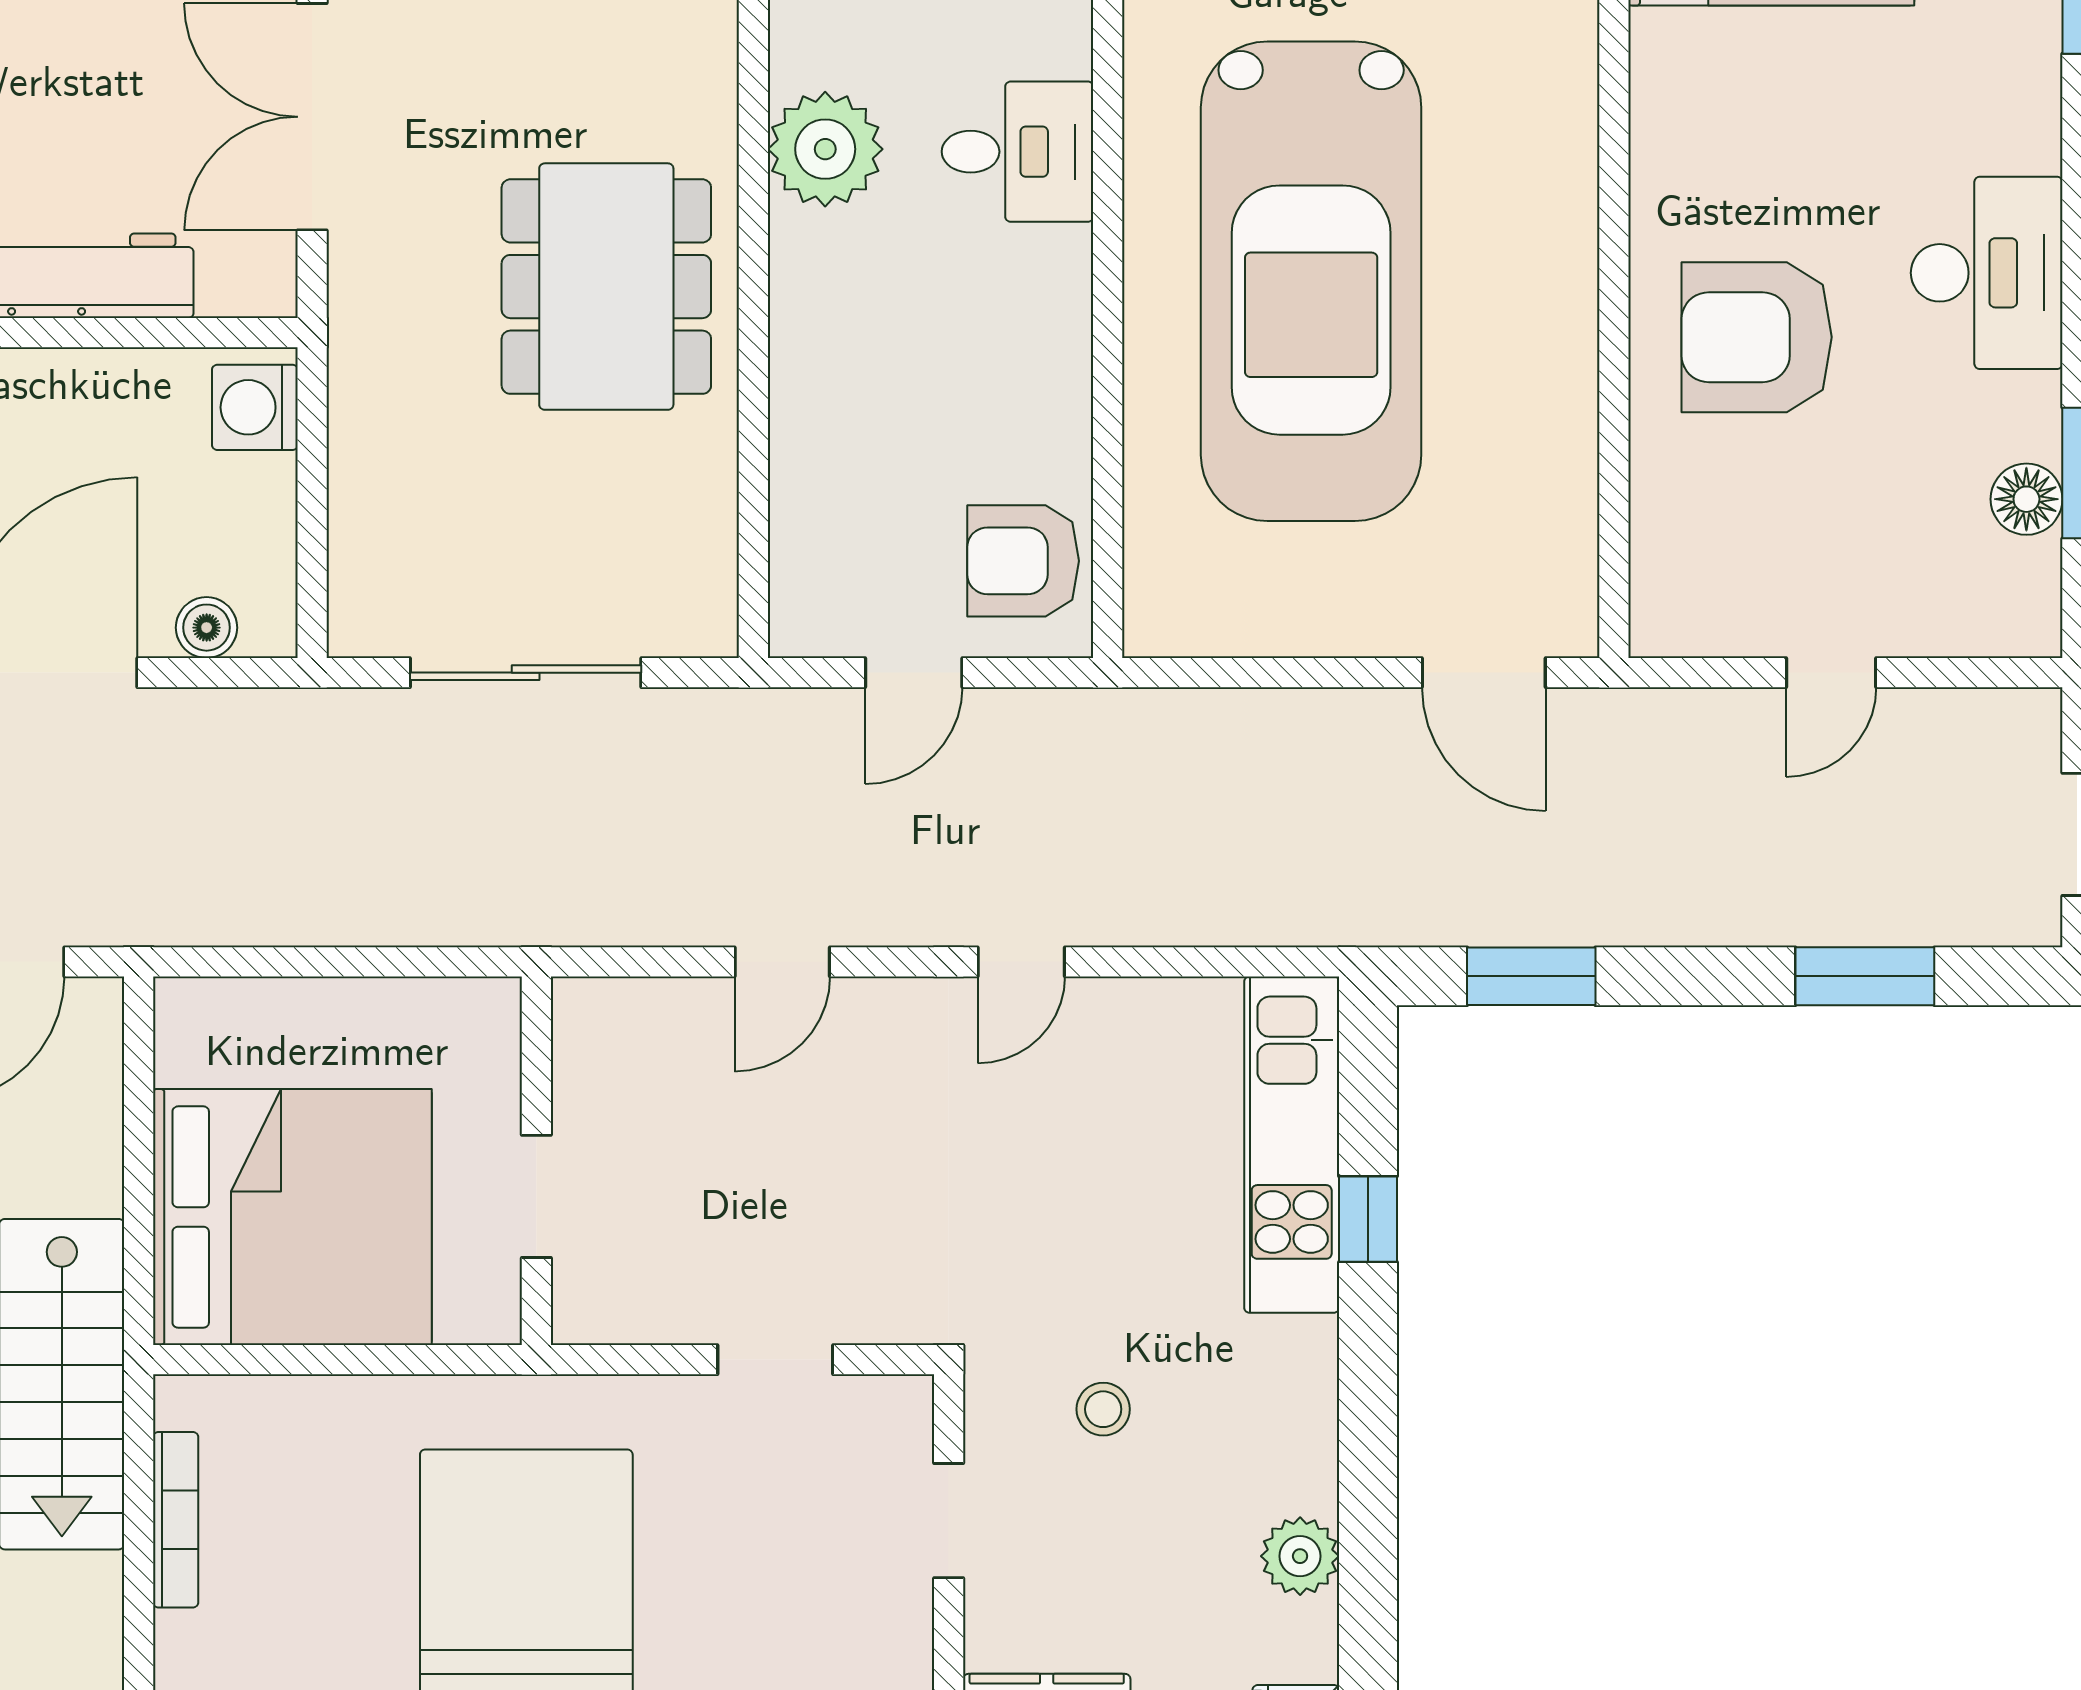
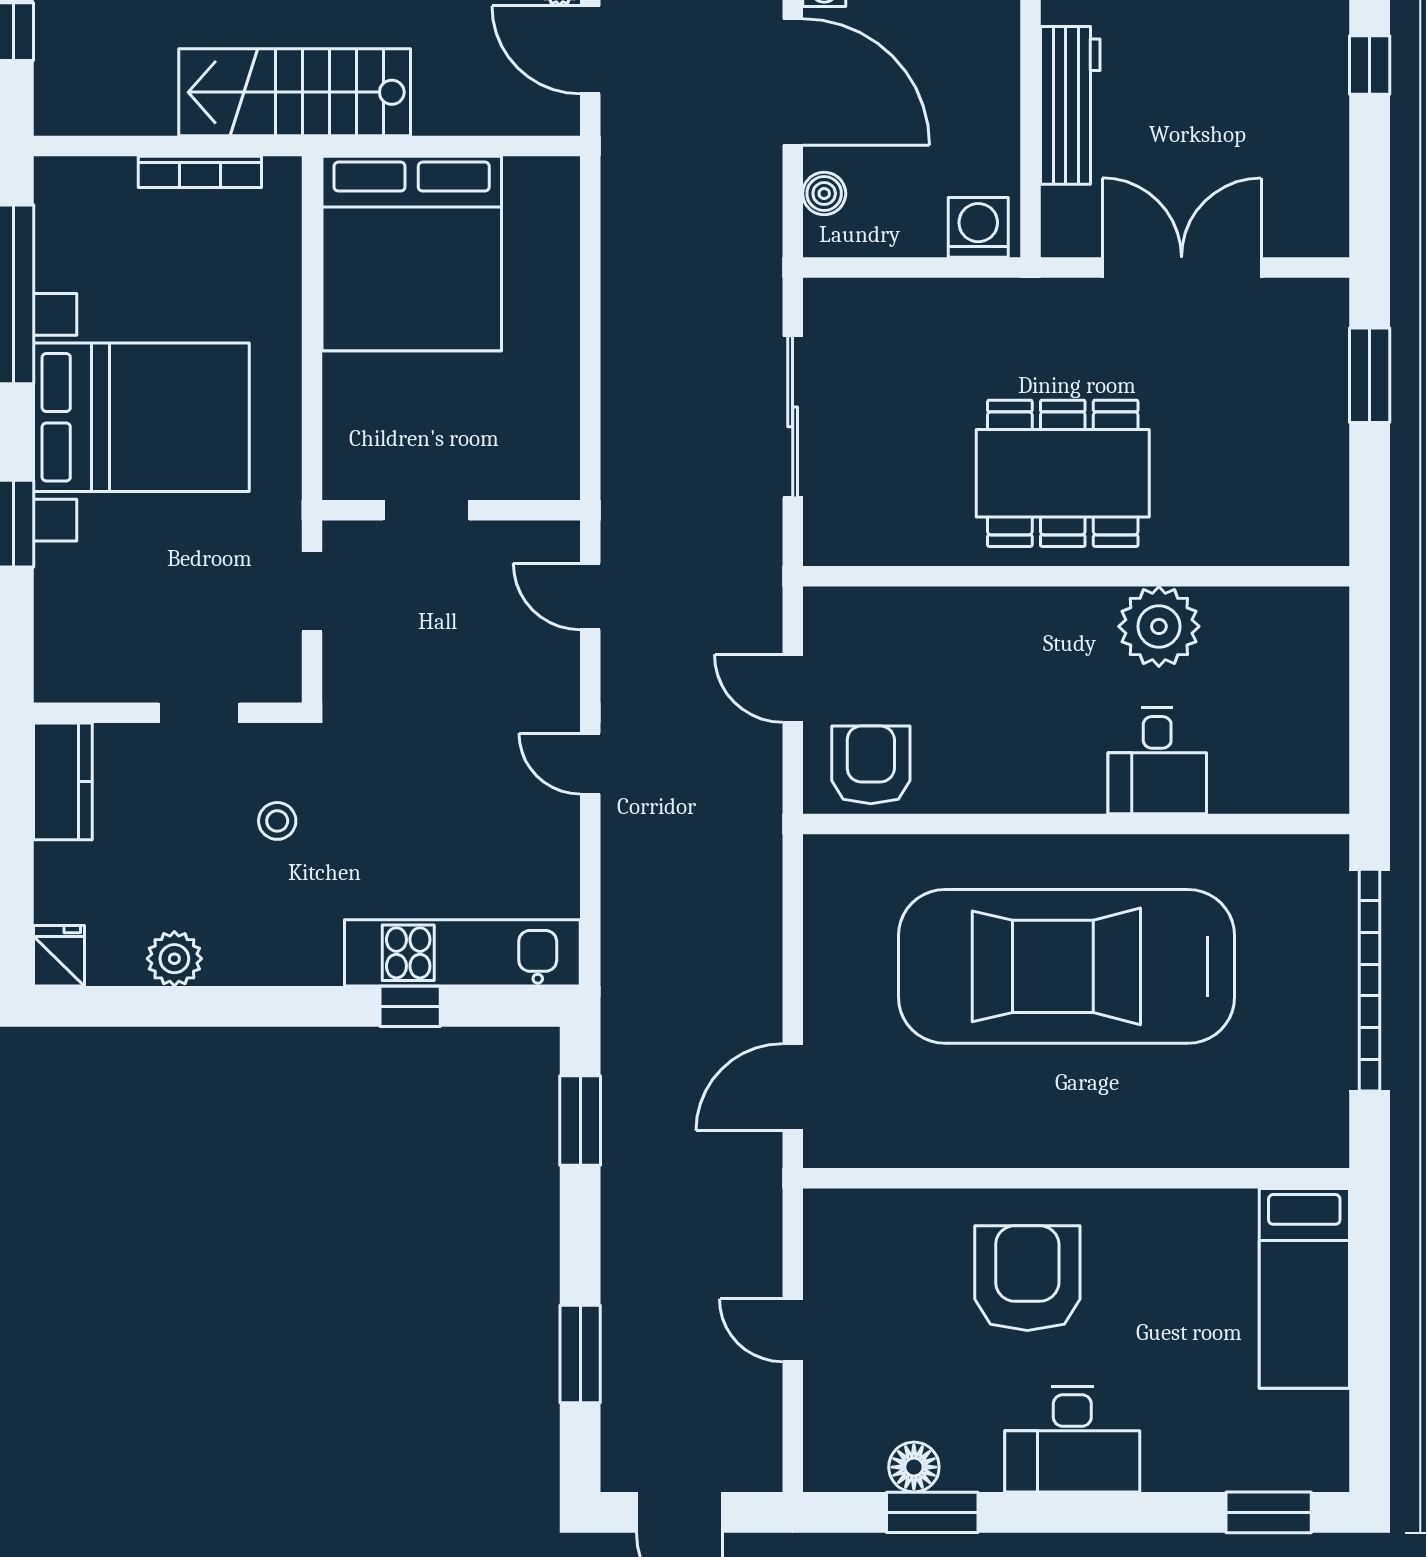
wall: (536, 1161) -> (451, 510), moved
doorway: (536, 1196) -> (426, 510), moved

